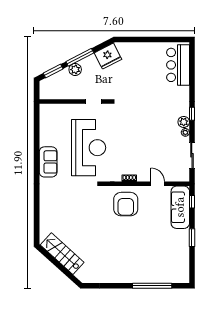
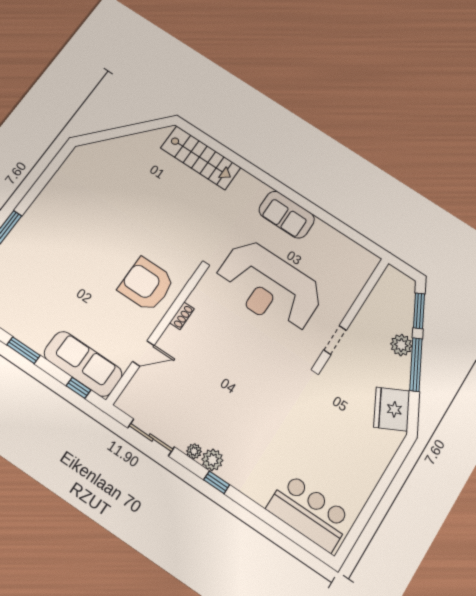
stairs: (62, 254) -> (201, 158), moved, turned 48

